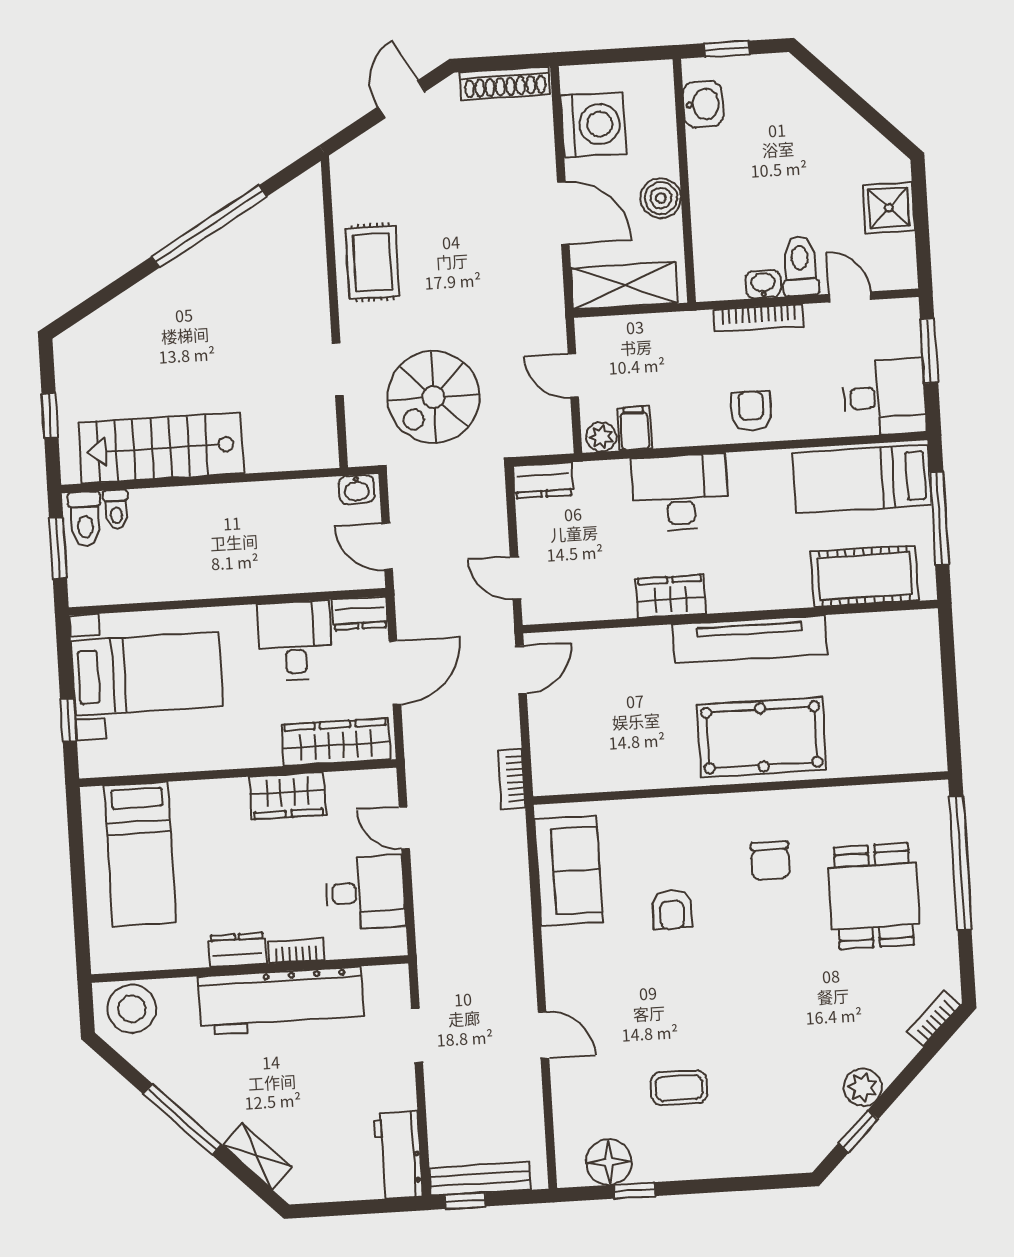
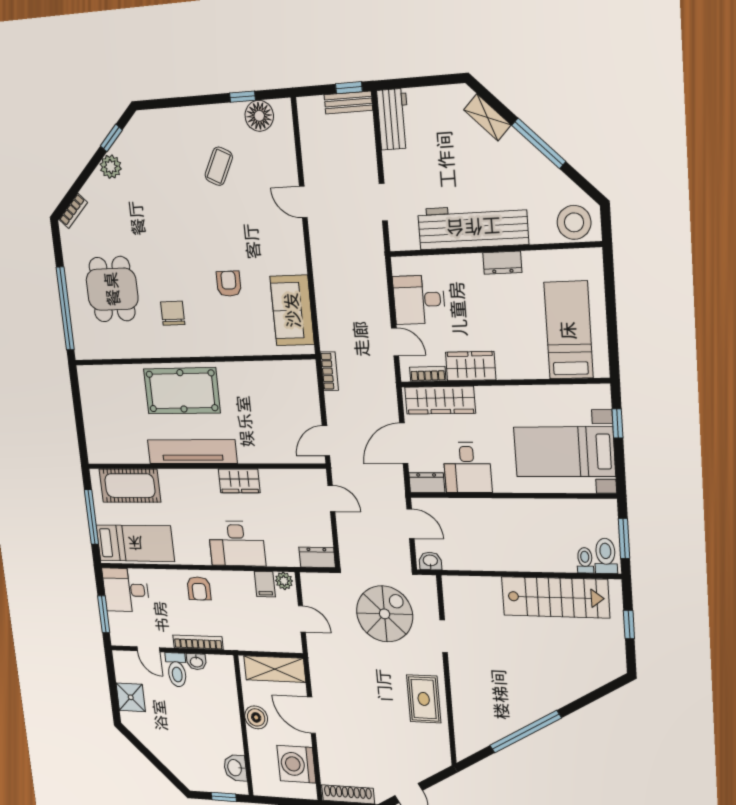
bookcase: (296, 951) -> (428, 374), moved, turned 180
coffee table: (679, 1088) -> (219, 166), turned -63
bench: (480, 1179) -> (348, 103), width x0.73

